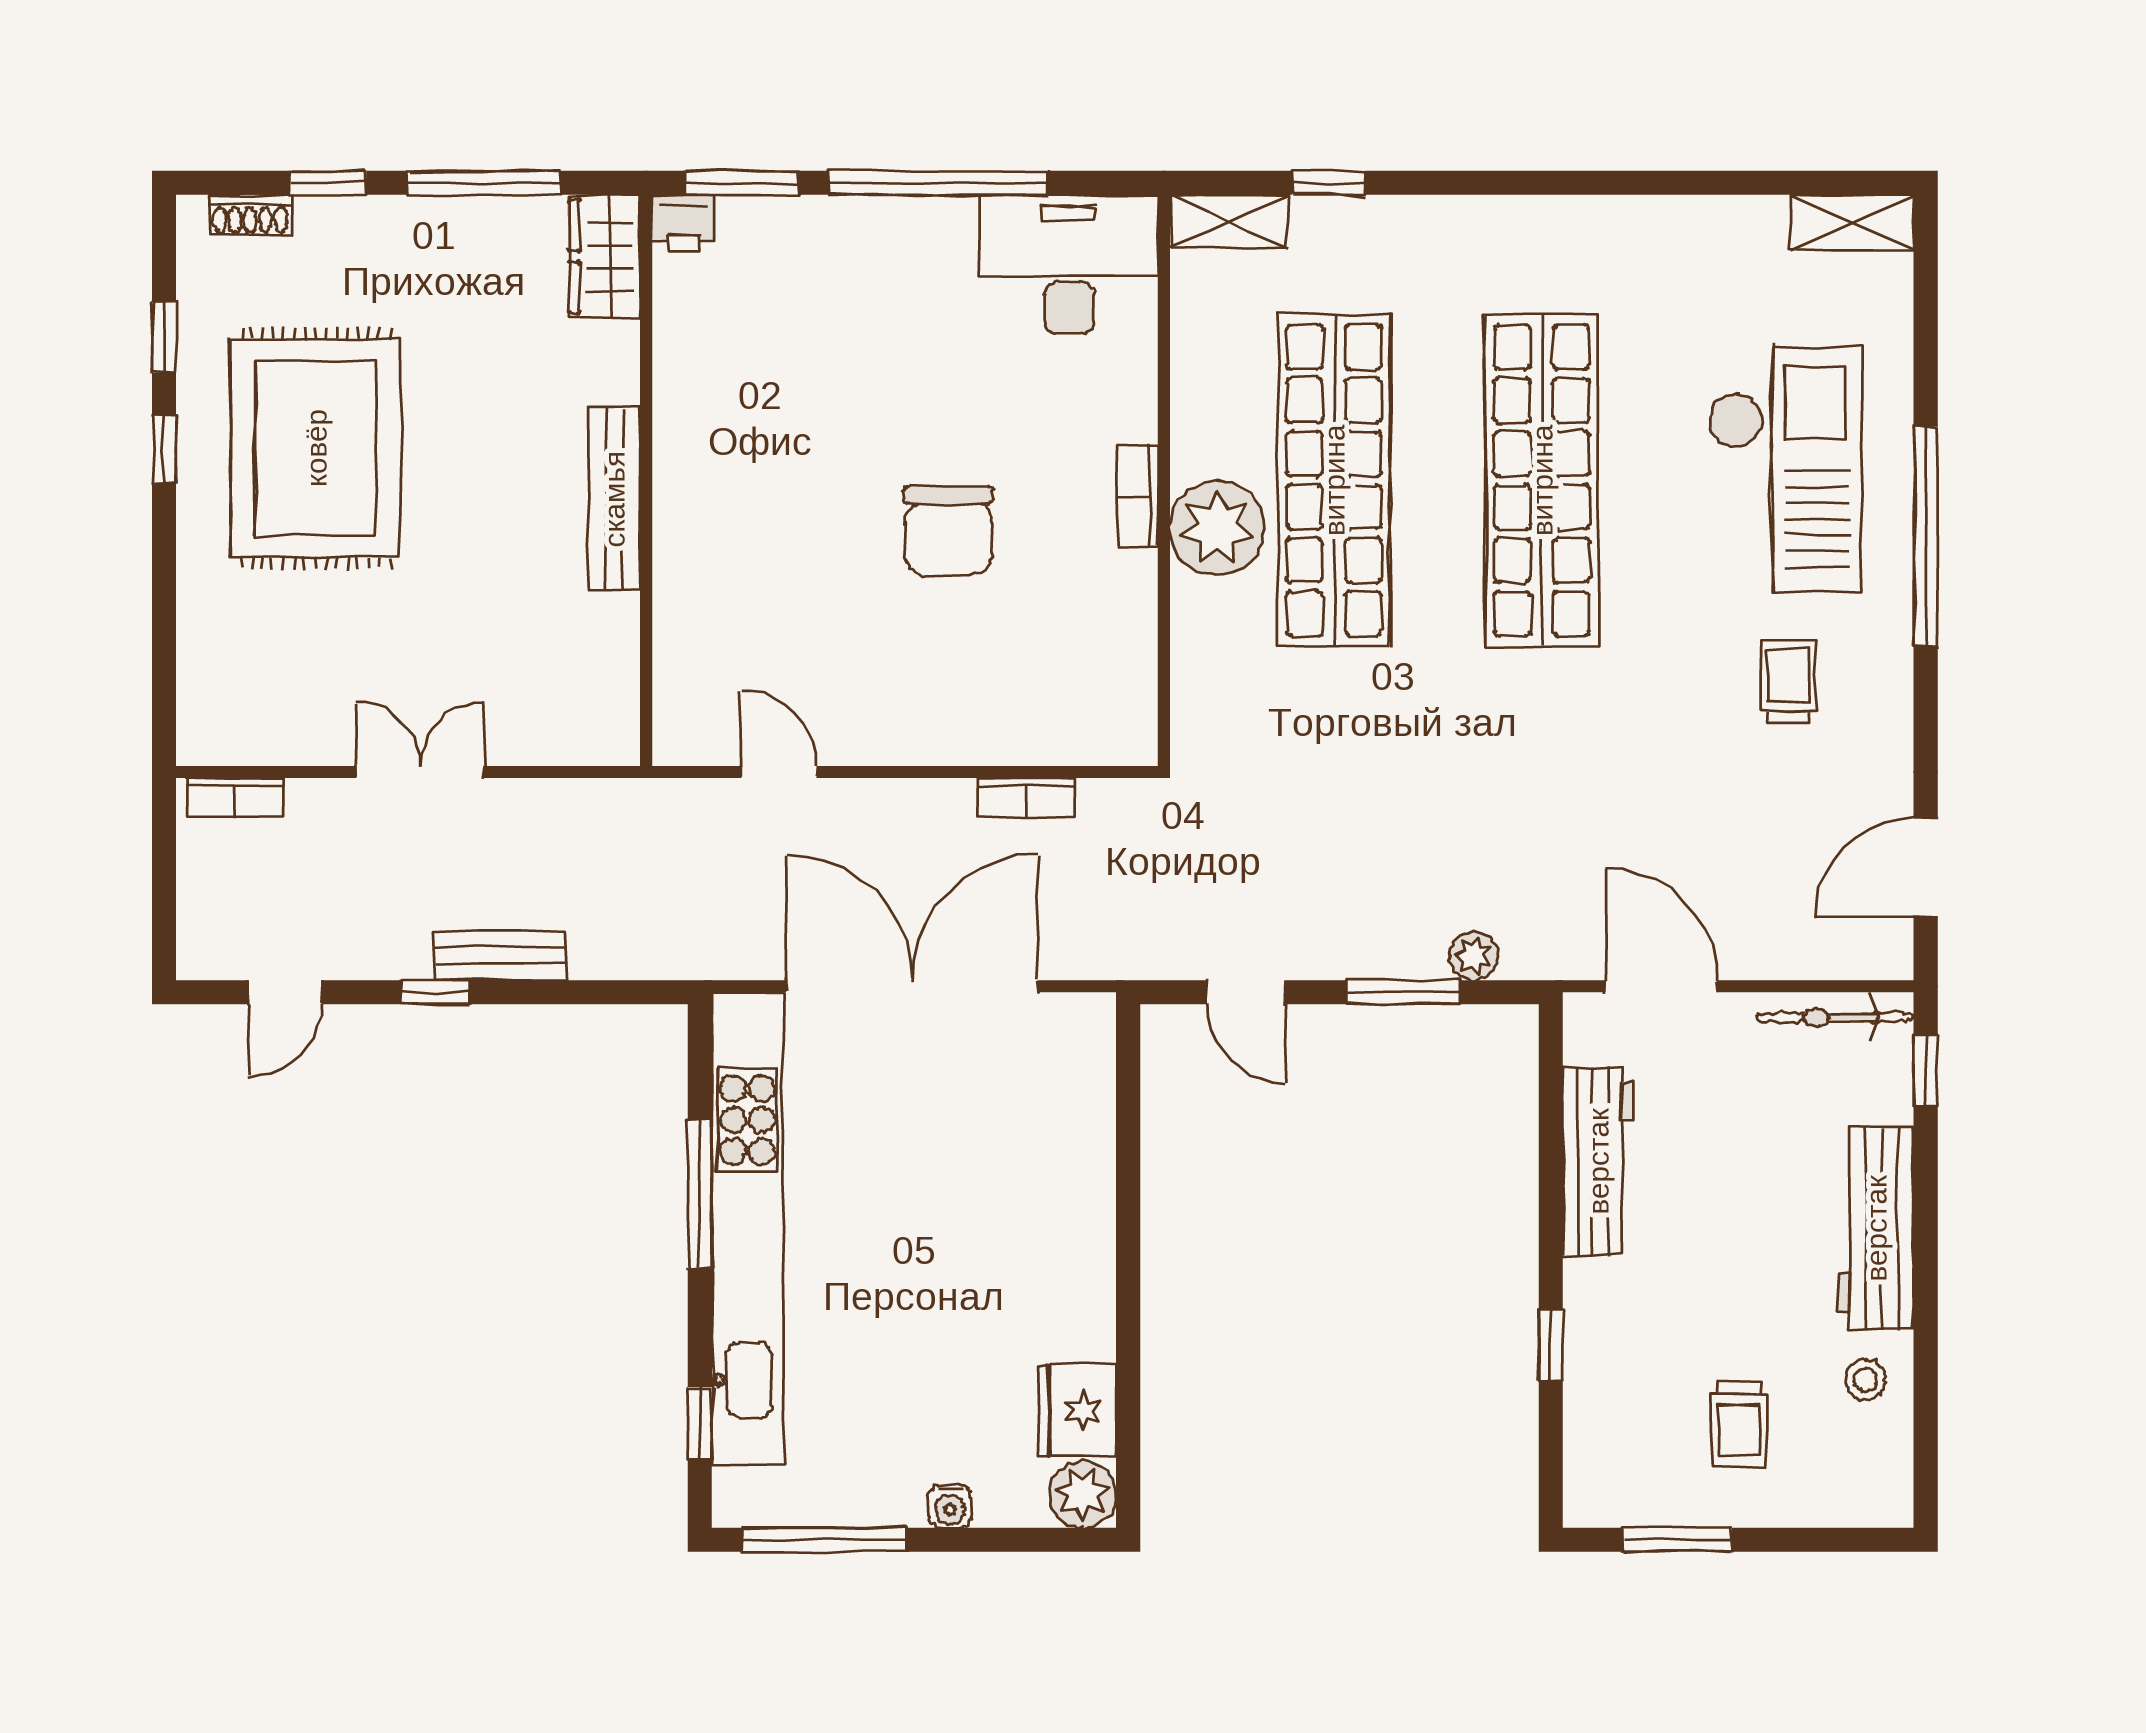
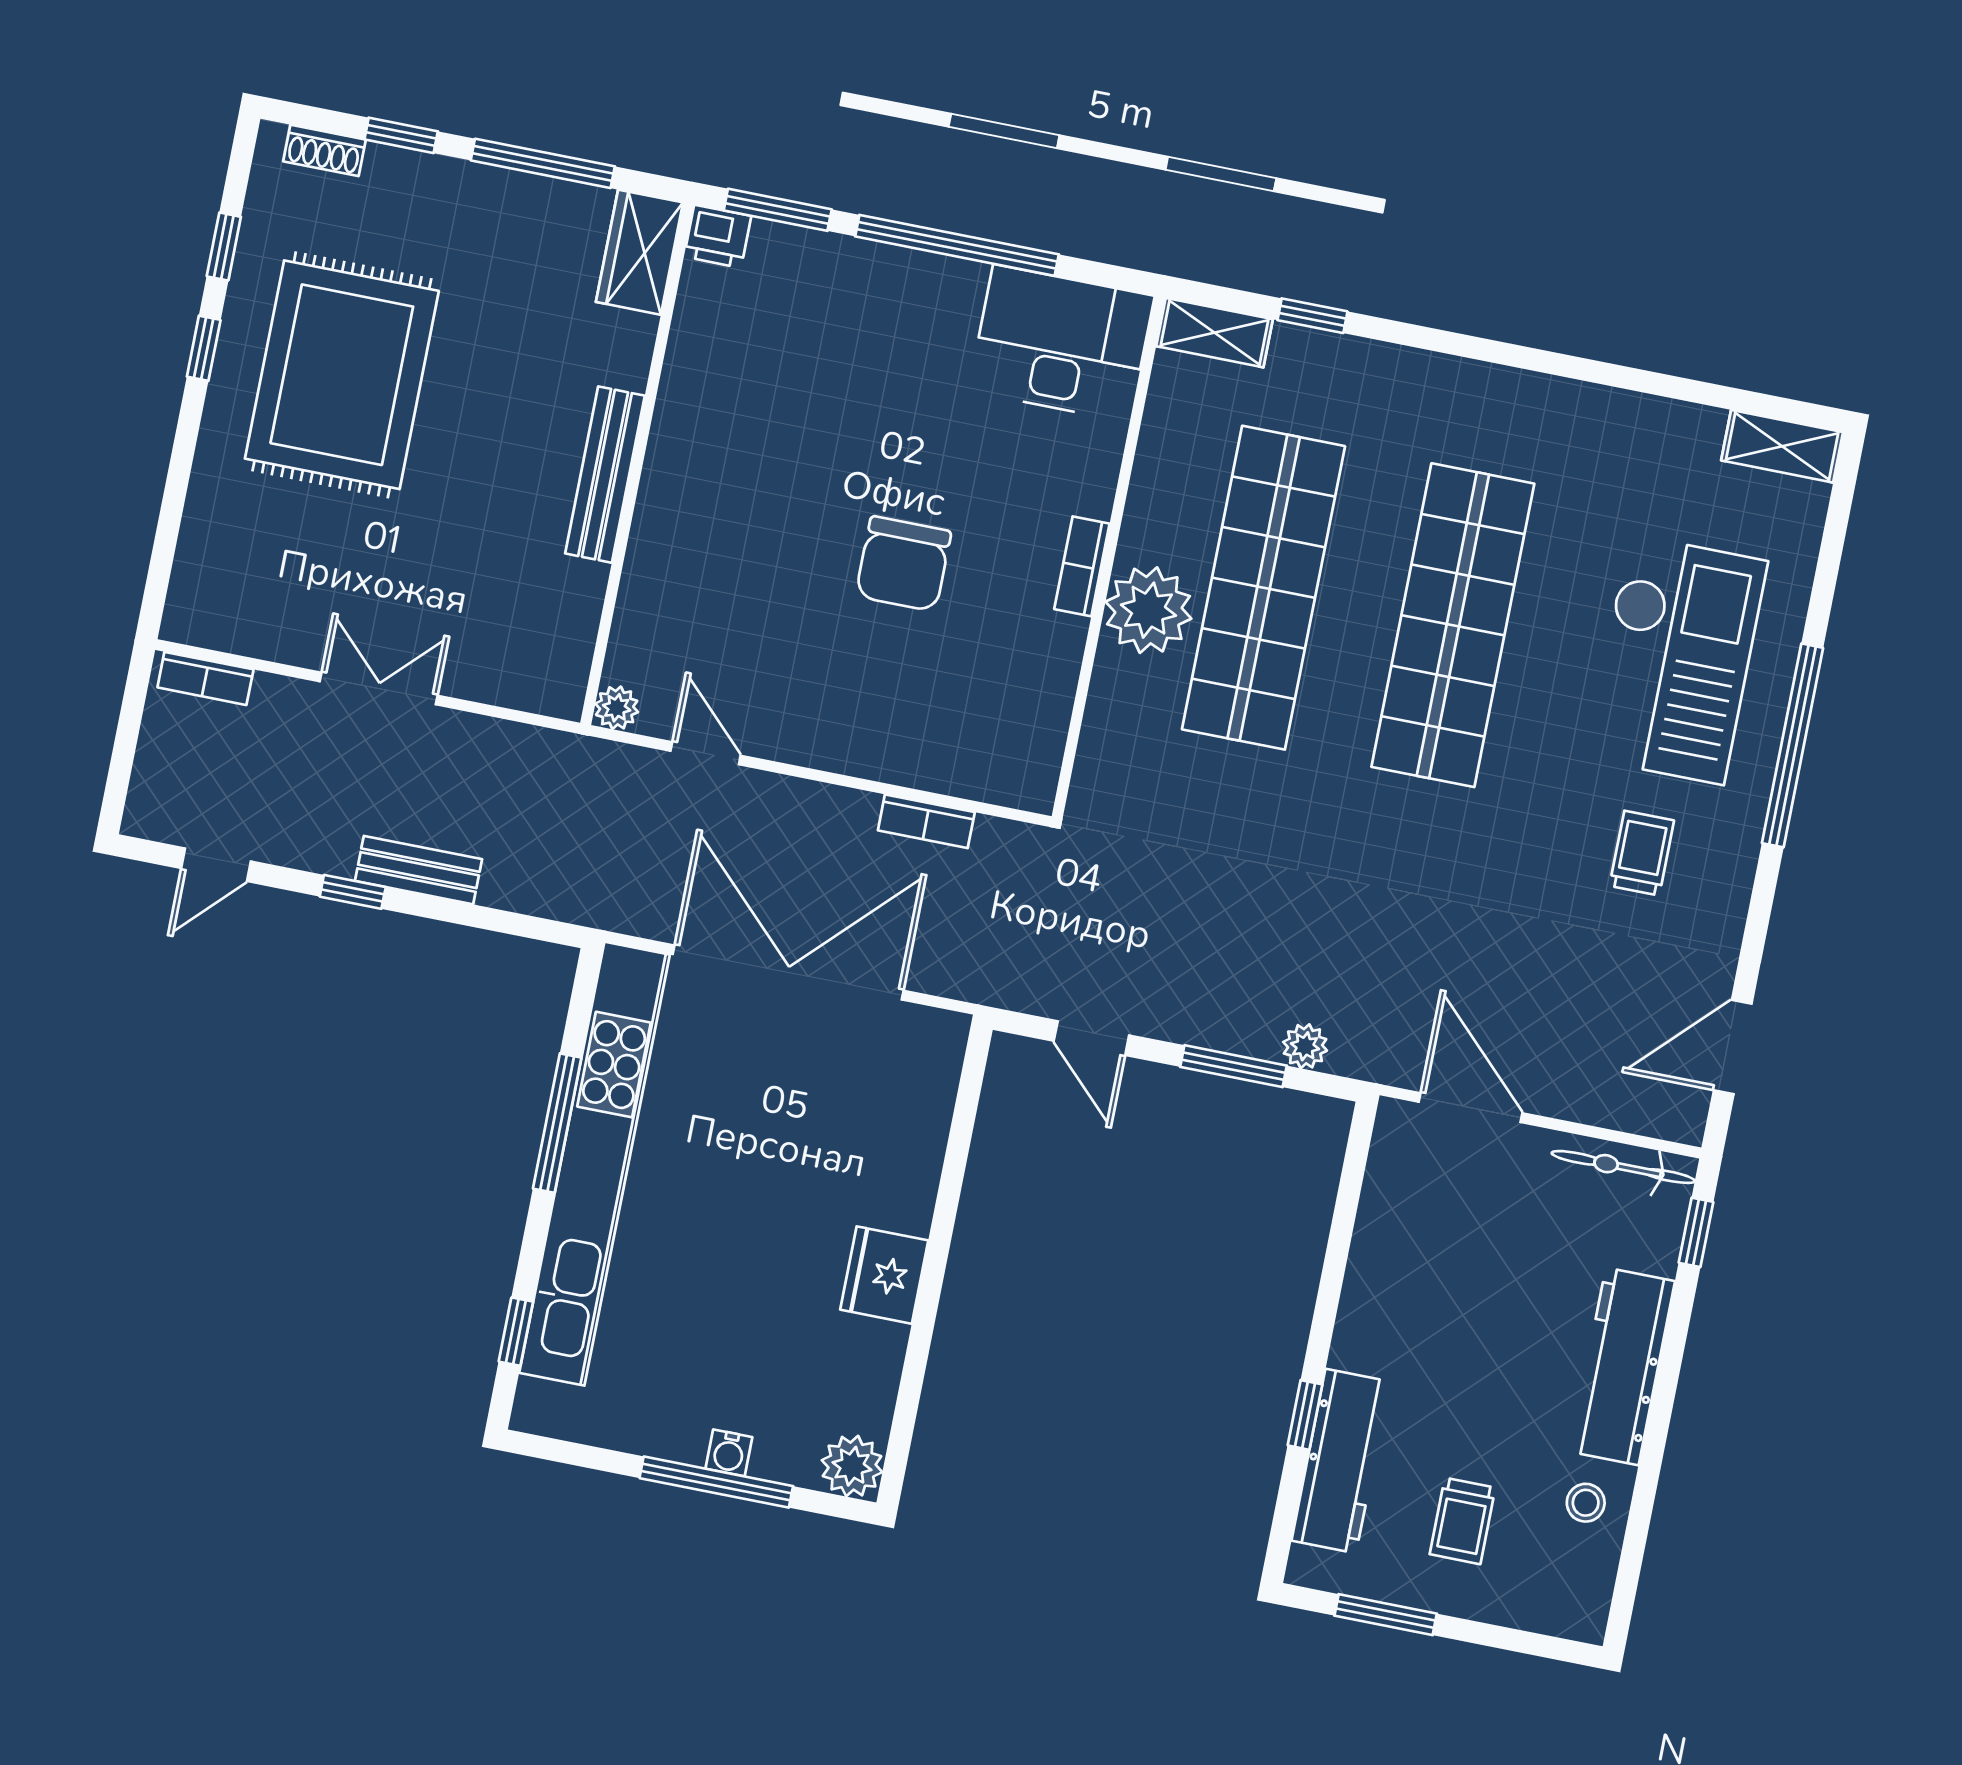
plant: (676, 743) -> (617, 708), added
workbench: (1598, 1161) -> (1341, 1461), moved
fridge: (1077, 1411) -> (884, 1275), moved
window: (825, 1540) -> (716, 1482), moved

